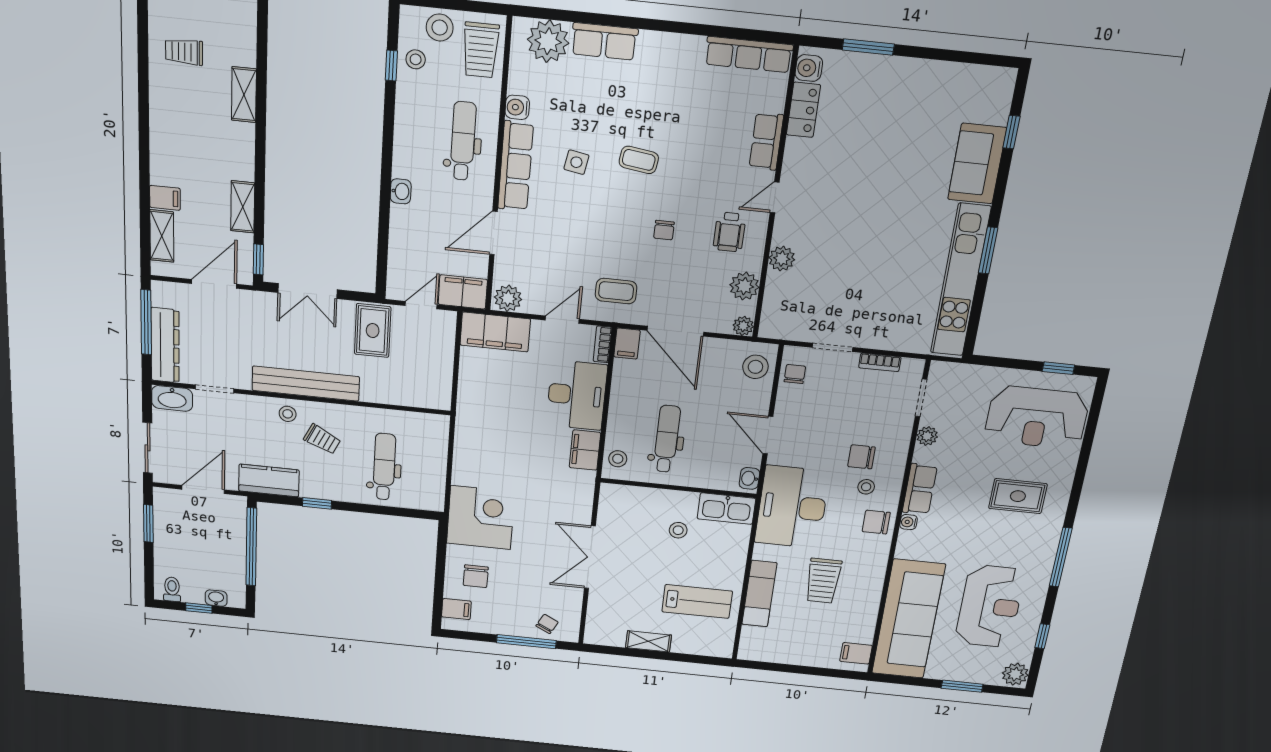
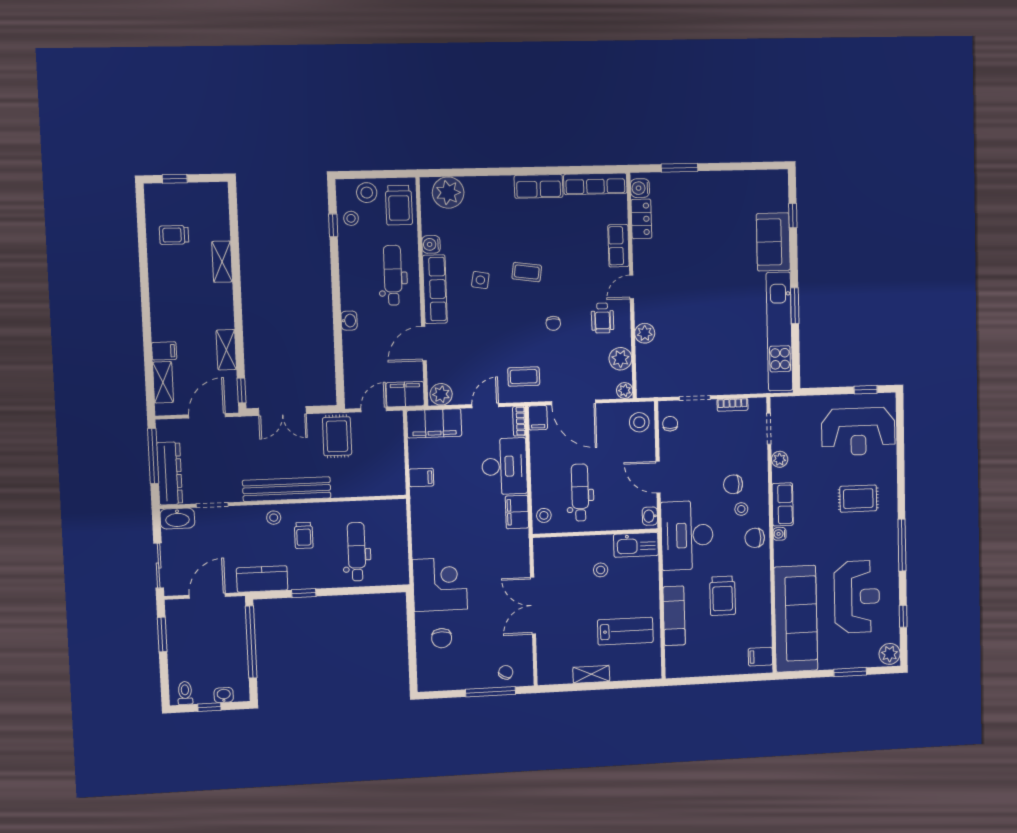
row of seats: (604, 41) -> (539, 186), moved
trolley: (322, 439) -> (304, 535), turned 64
filing cabinet: (456, 609) -> (421, 477), moved

